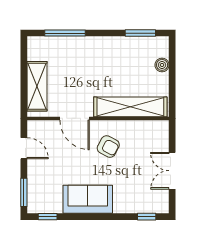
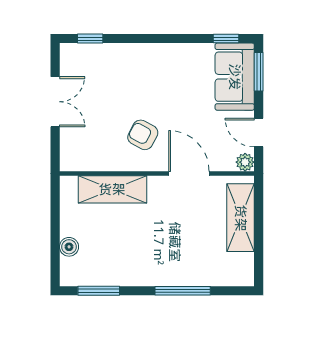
window: (65, 33) -> (183, 291), moved
shelving: (130, 107) -> (112, 189), width x0.68
plant: (34, 127) -> (245, 162), added
sofa: (88, 199) -> (235, 77), moved, turned 90

